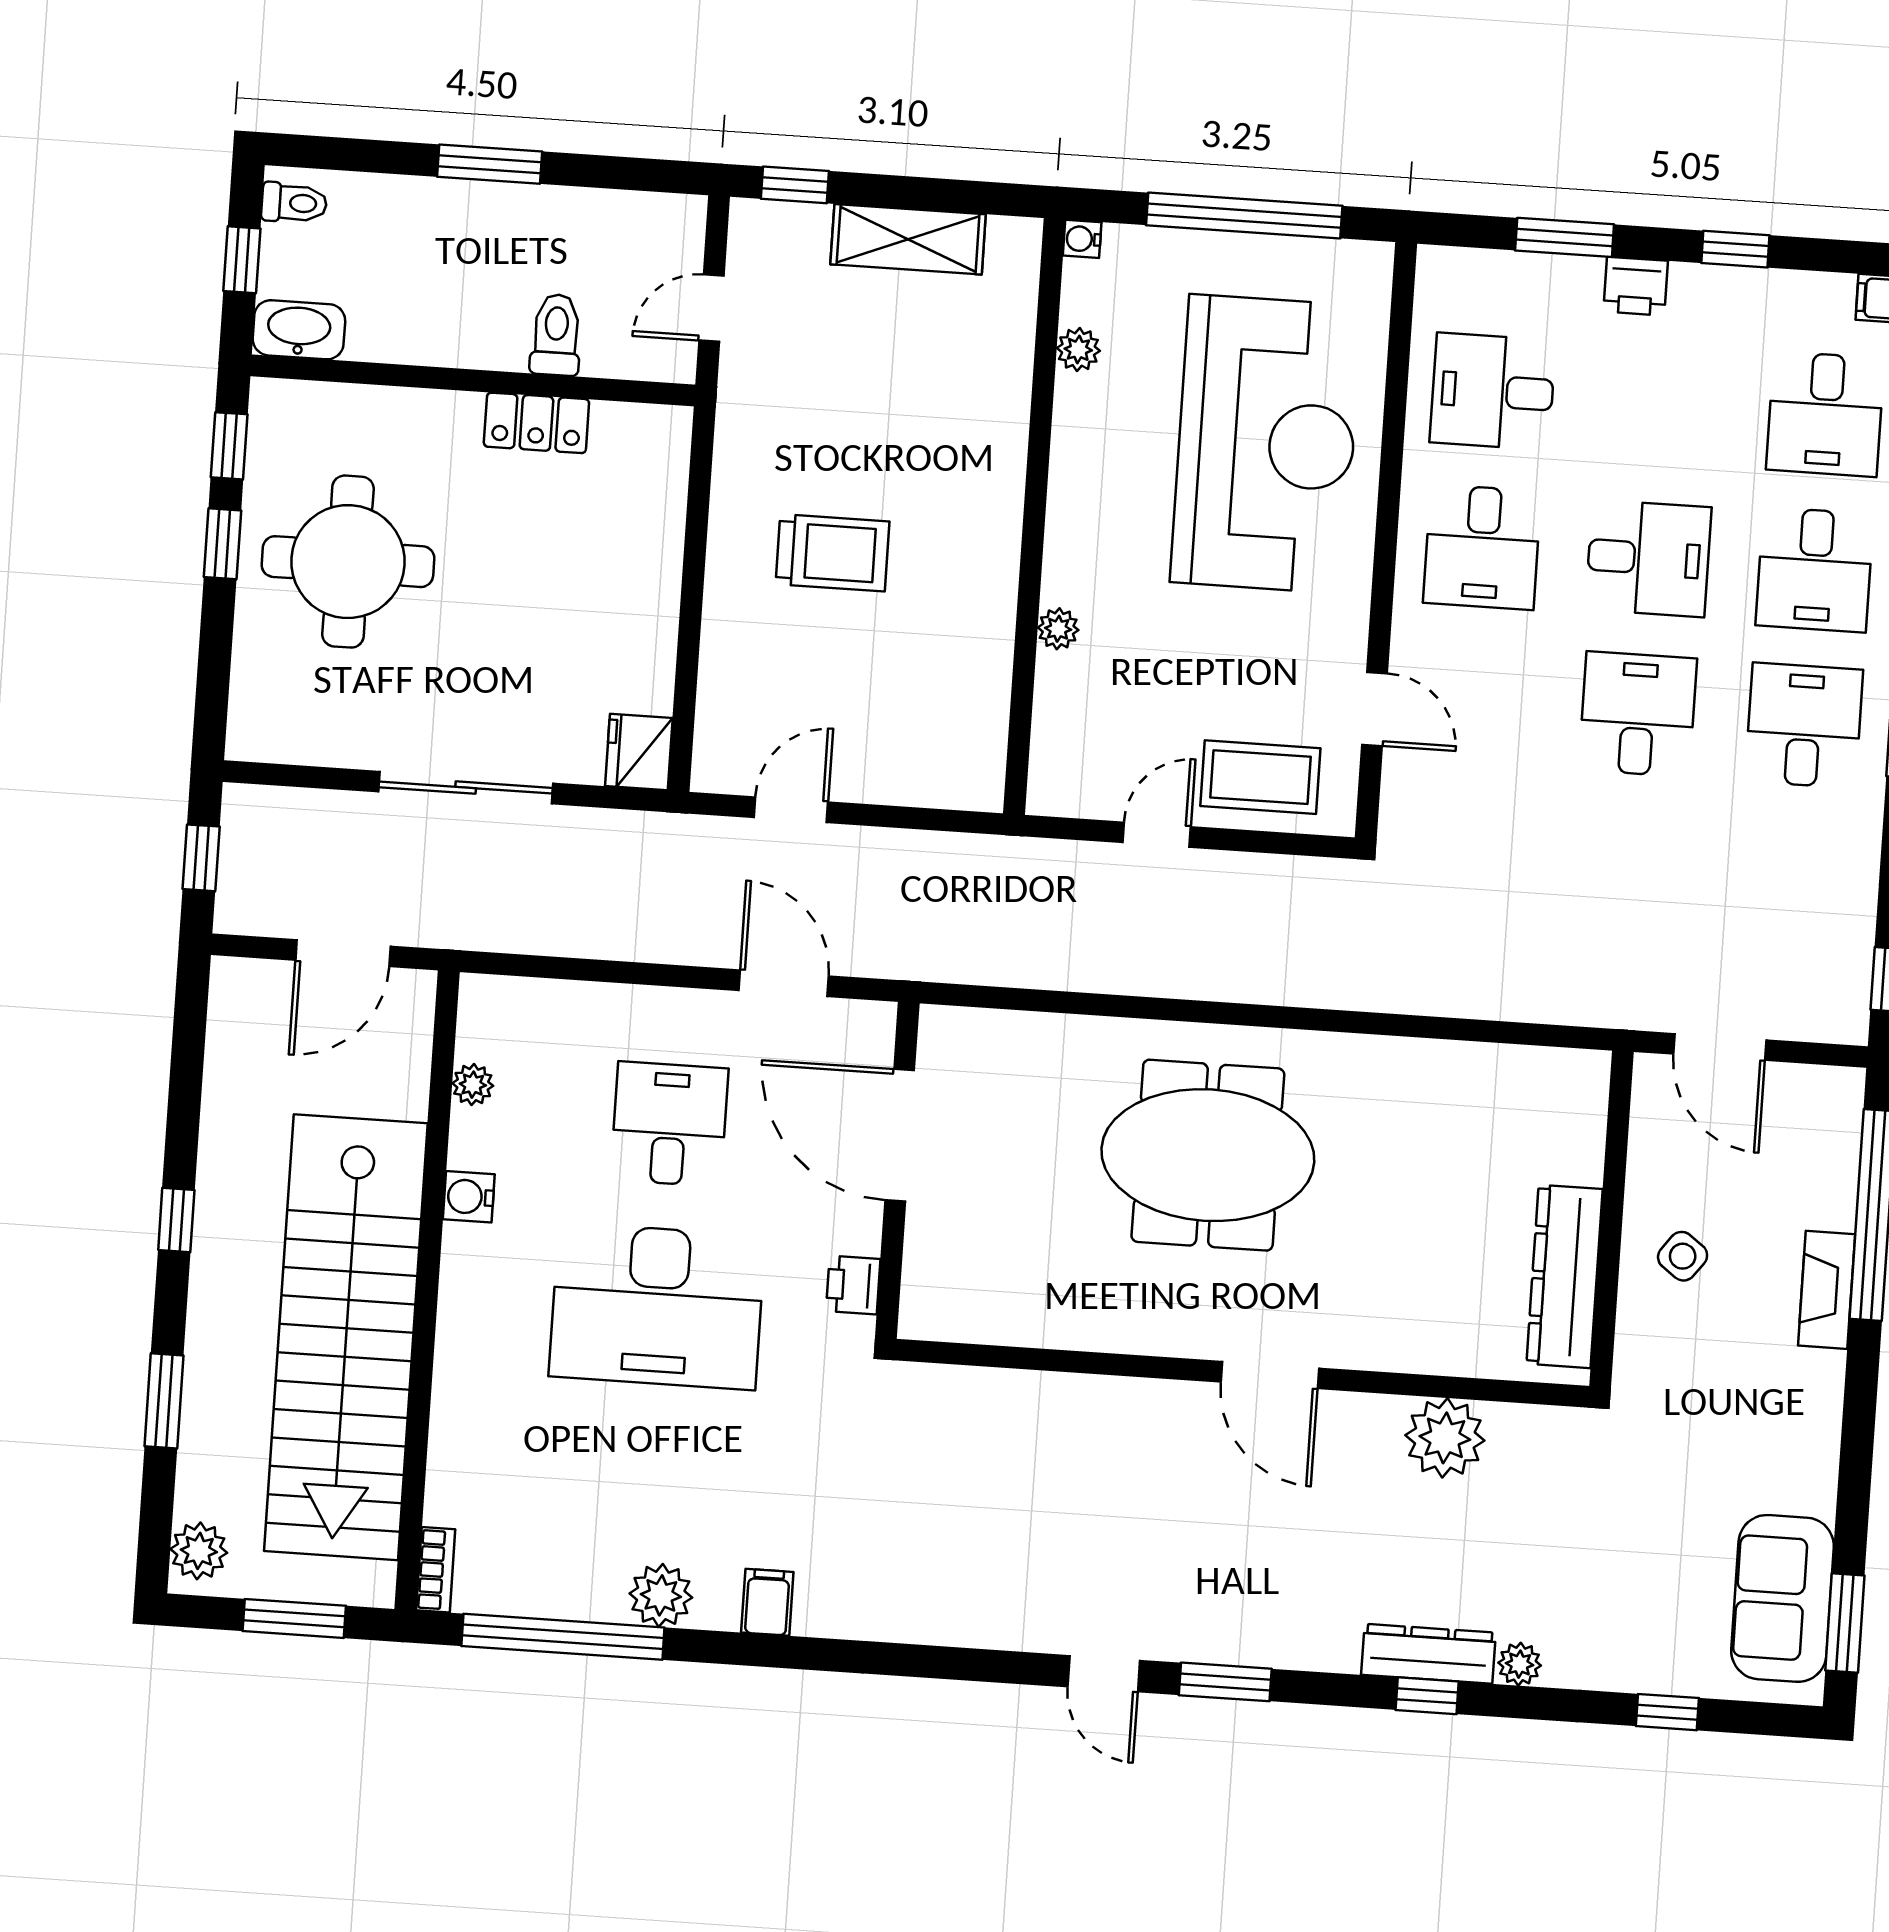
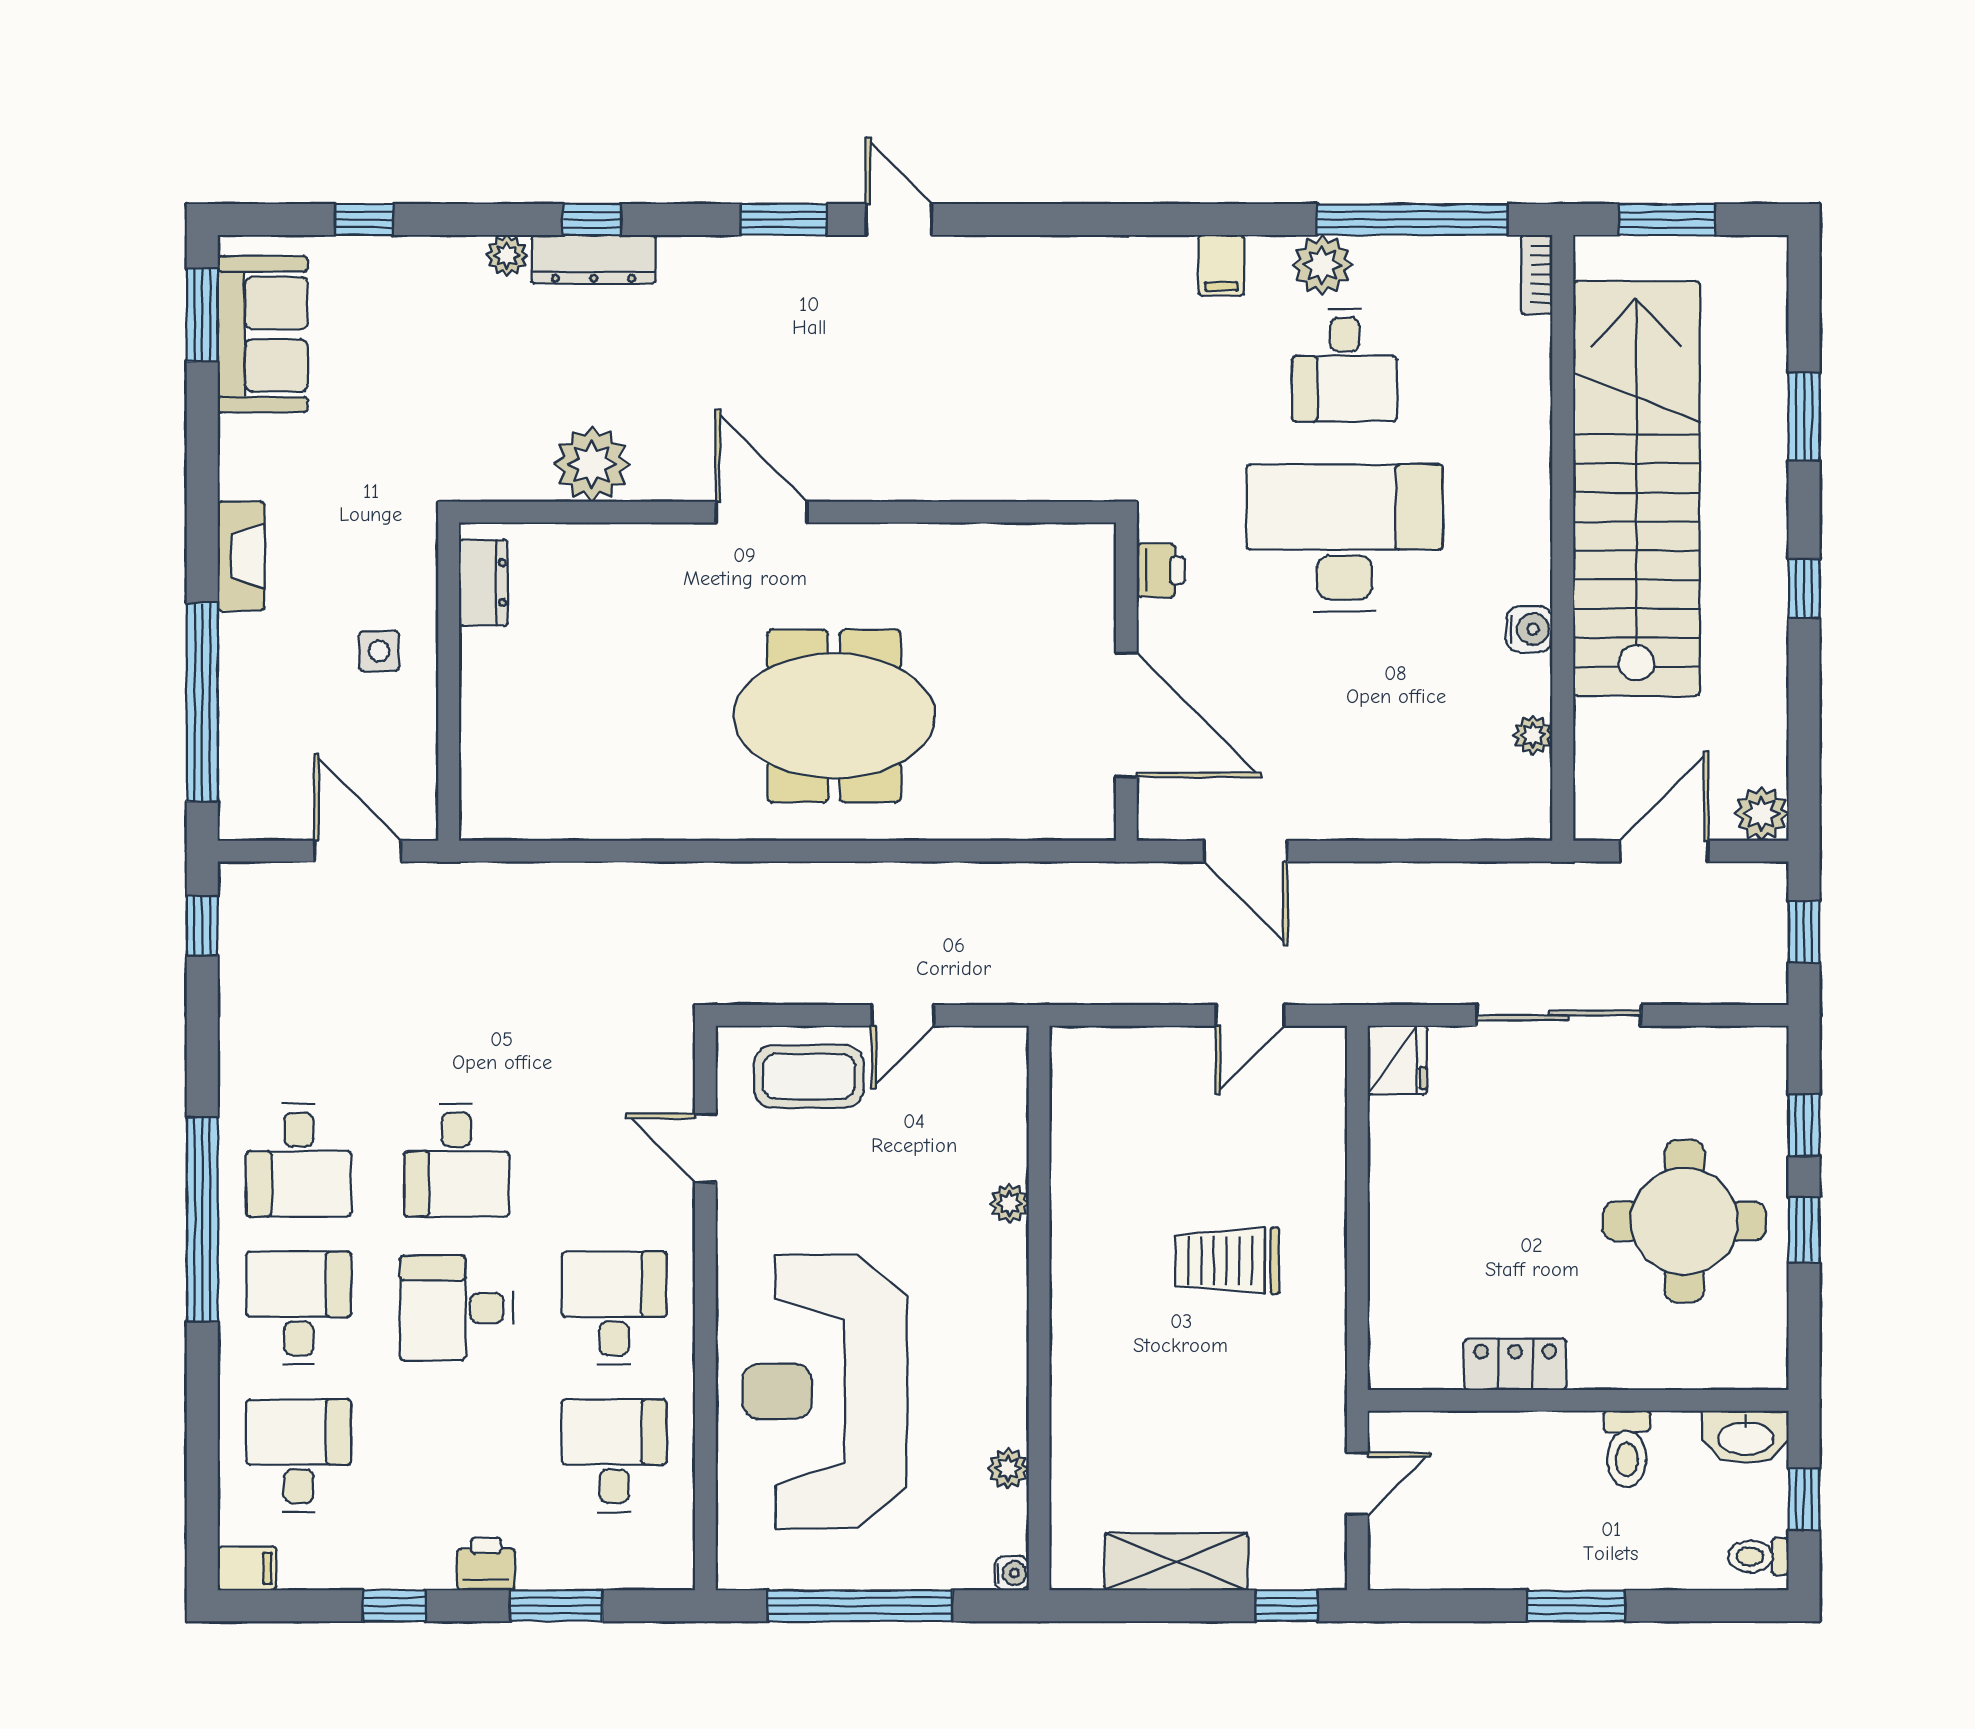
toilet: (556, 335) -> (1627, 1449), moved
desk: (1493, 391) -> (614, 1456), turned -90
window: (229, 446) -> (1804, 1125), moved
desk: (669, 1124) -> (1345, 365), moved
side table: (1683, 1256) -> (379, 651), turned -37
dresser: (1565, 1276) -> (483, 583), width x0.51, depth x0.80
fireplace: (1827, 1290) -> (241, 556), moved
plant: (199, 1551) -> (1762, 814), moved

